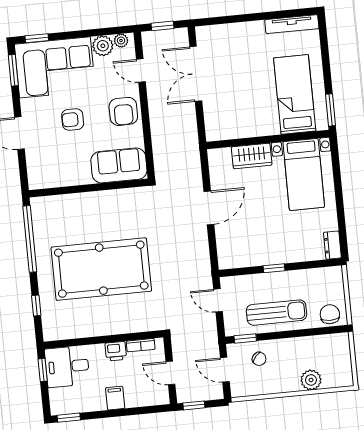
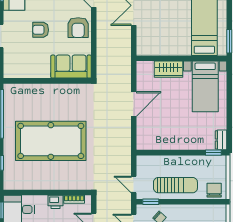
window: (274, 268) -> (213, 153), moved
door: (218, 300) -> (134, 184), moved

